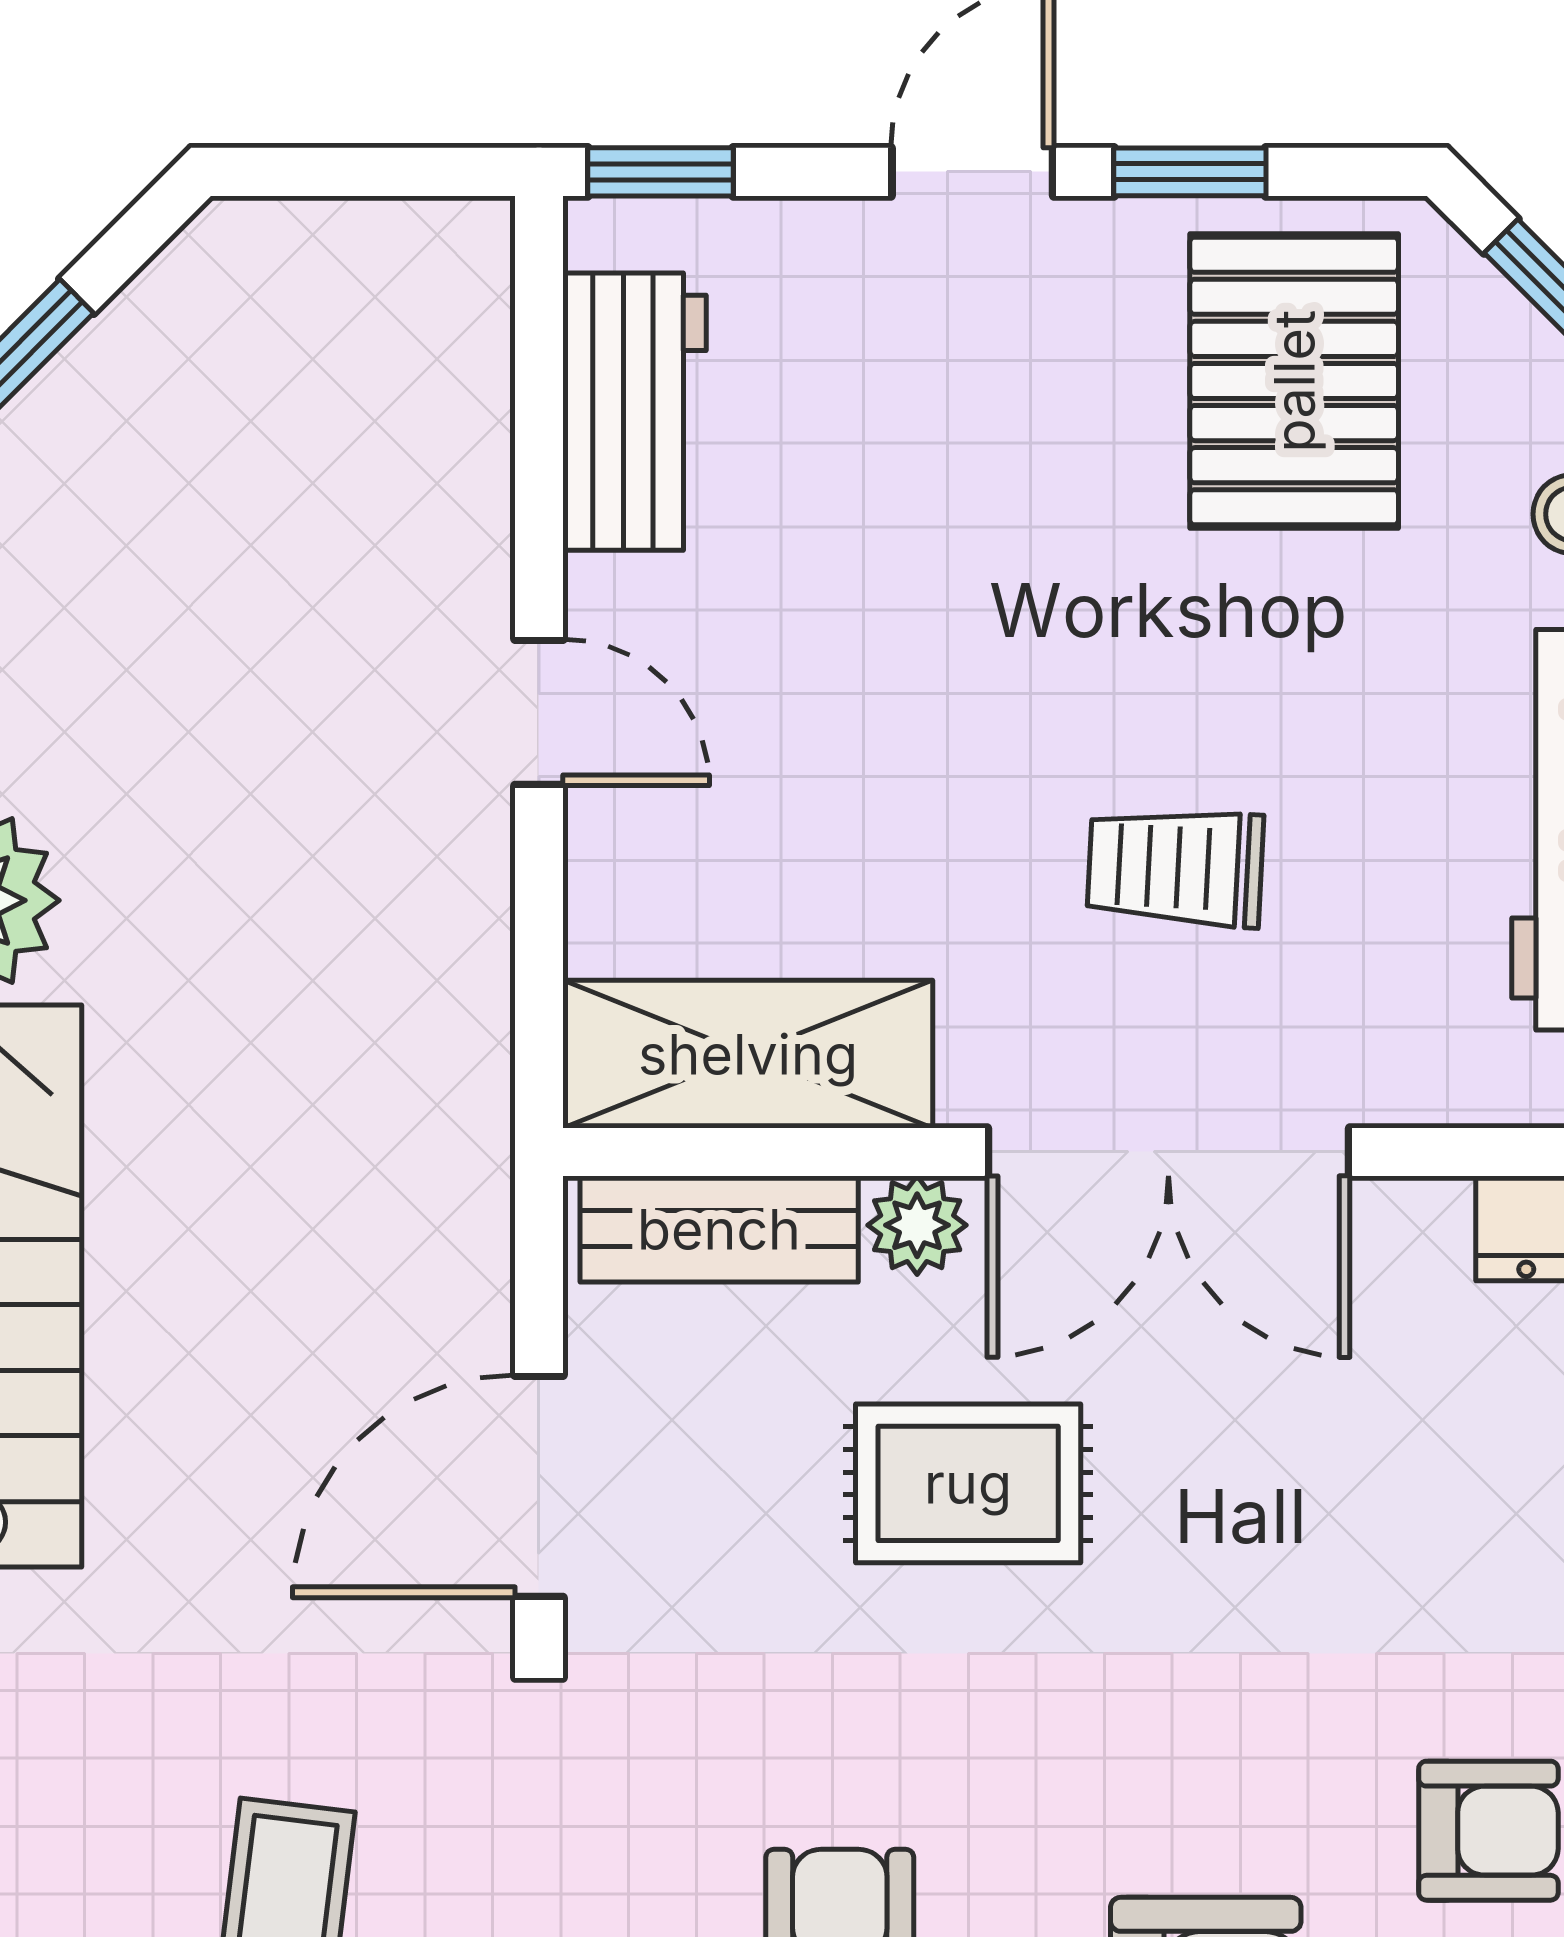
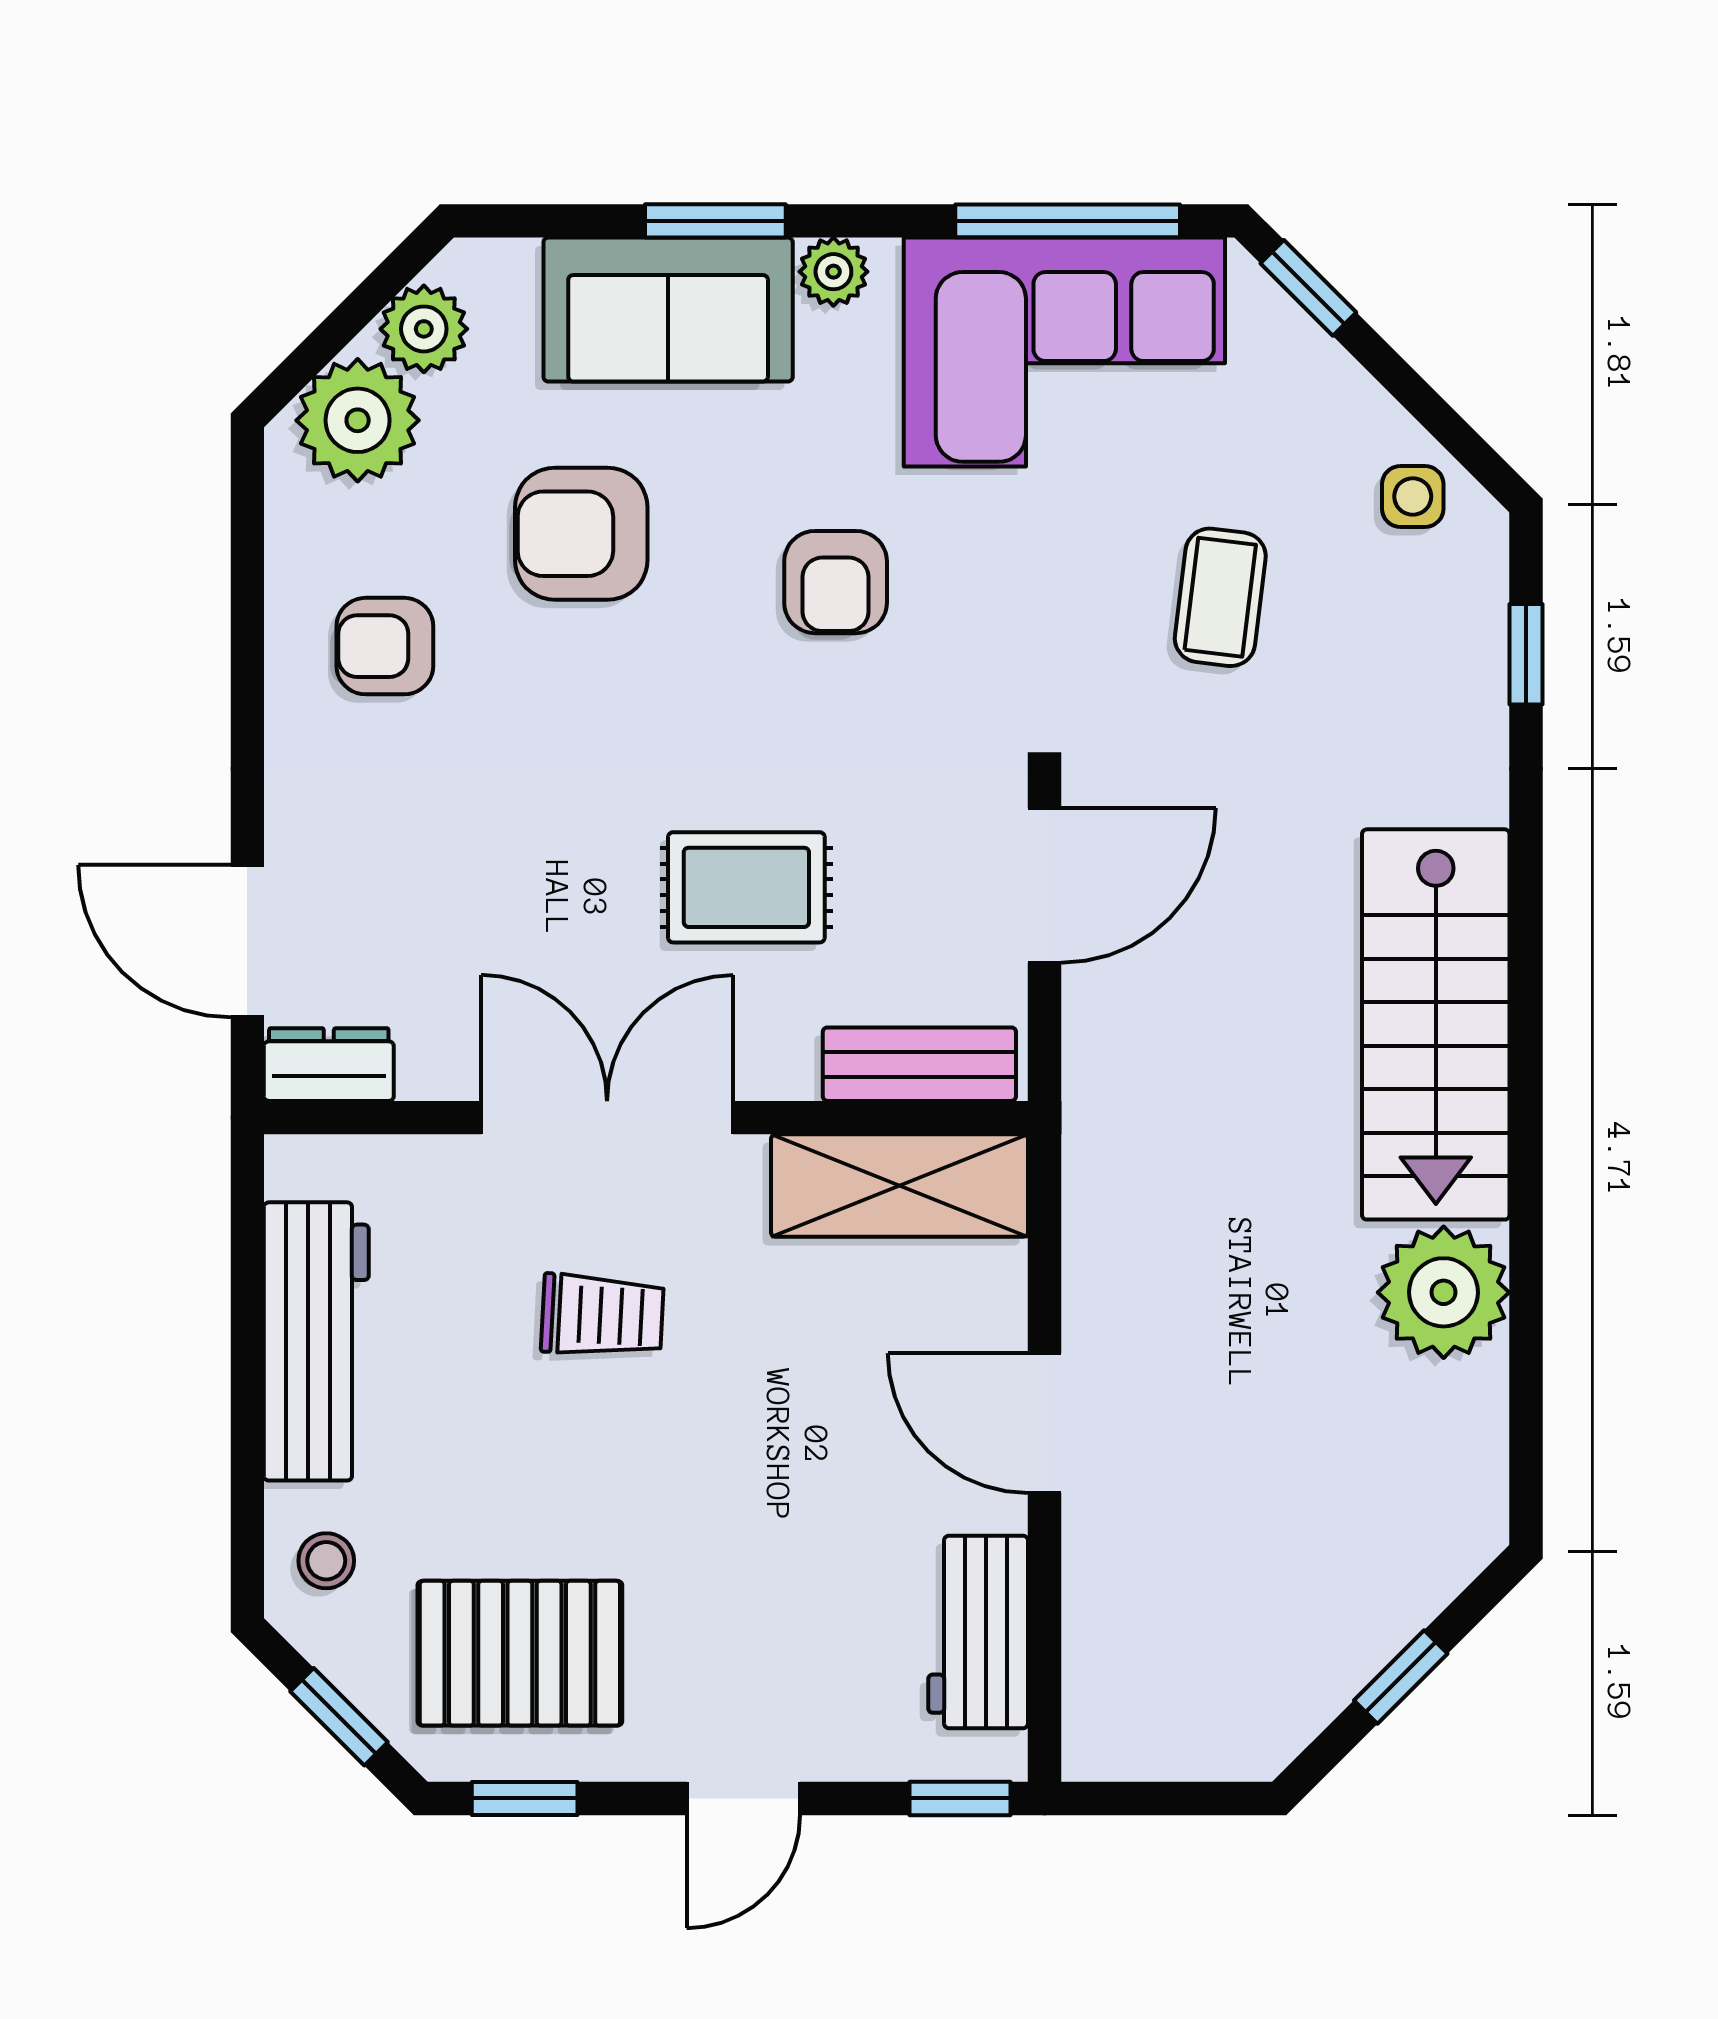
window: (1190, 172) -> (525, 1798), moved
pallet: (1294, 381) -> (520, 1653), turned 90
door: (539, 712) -> (1044, 1423), width x1.38
plant: (917, 1225) -> (782, 1067), removed

